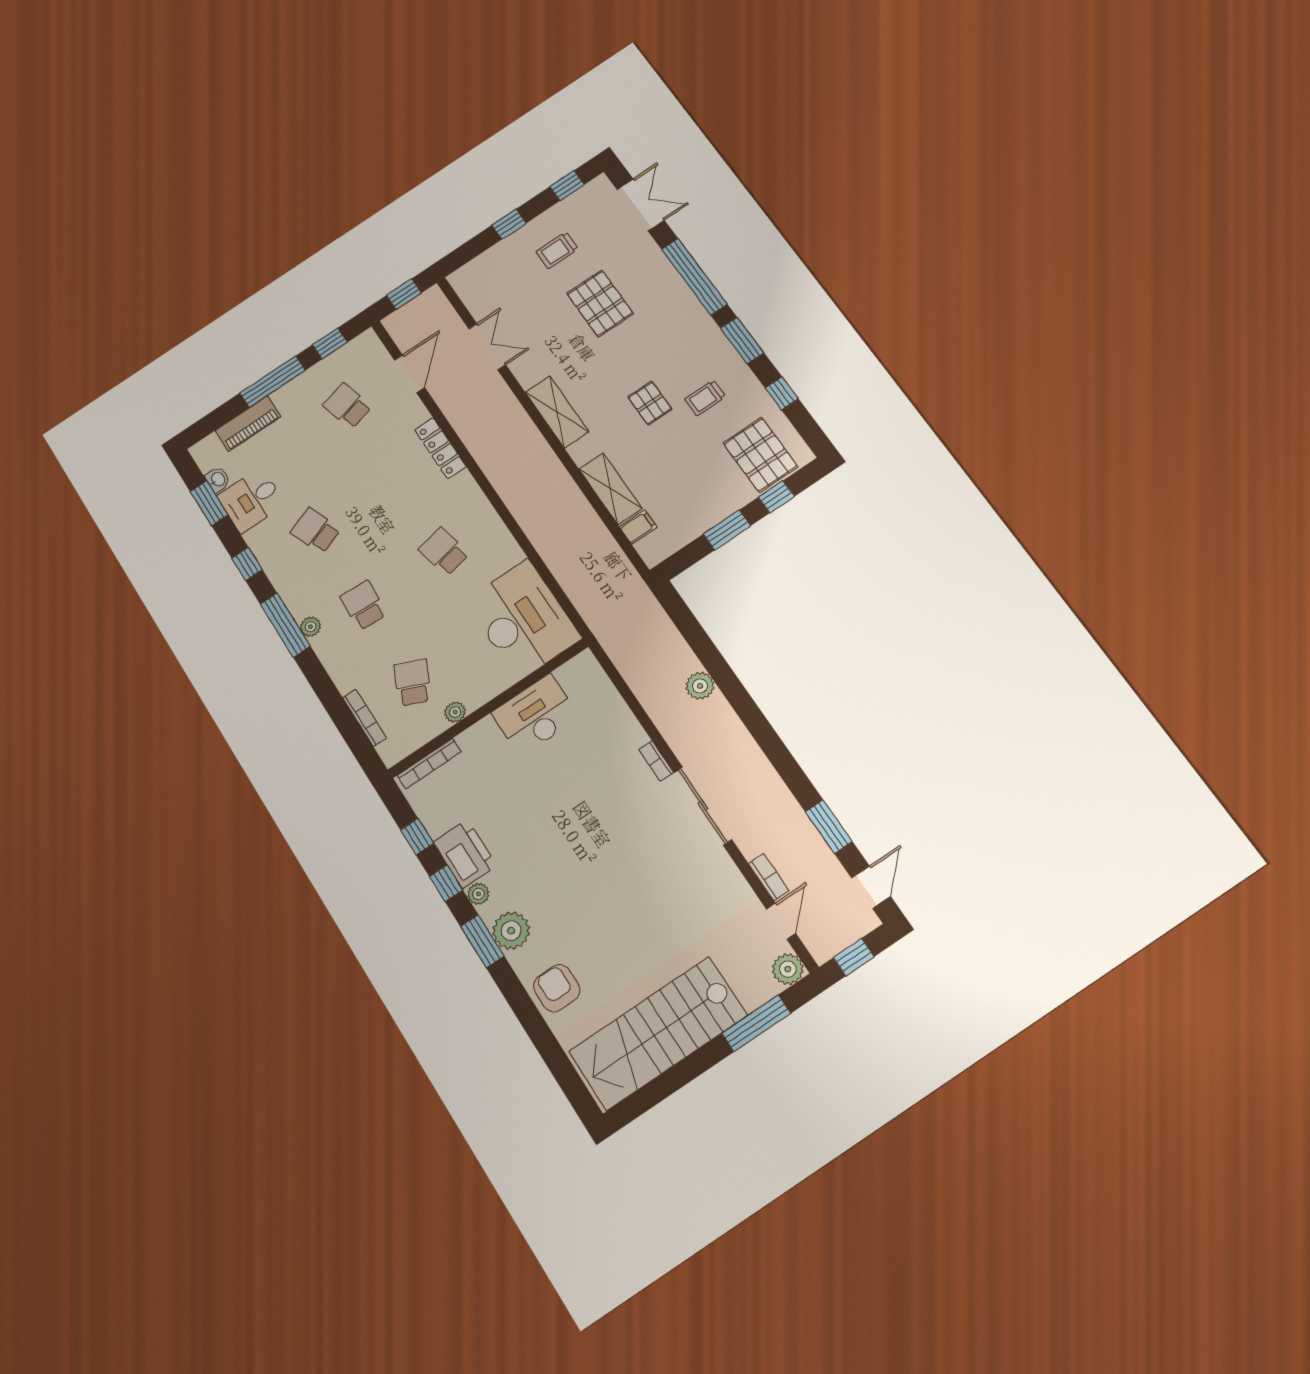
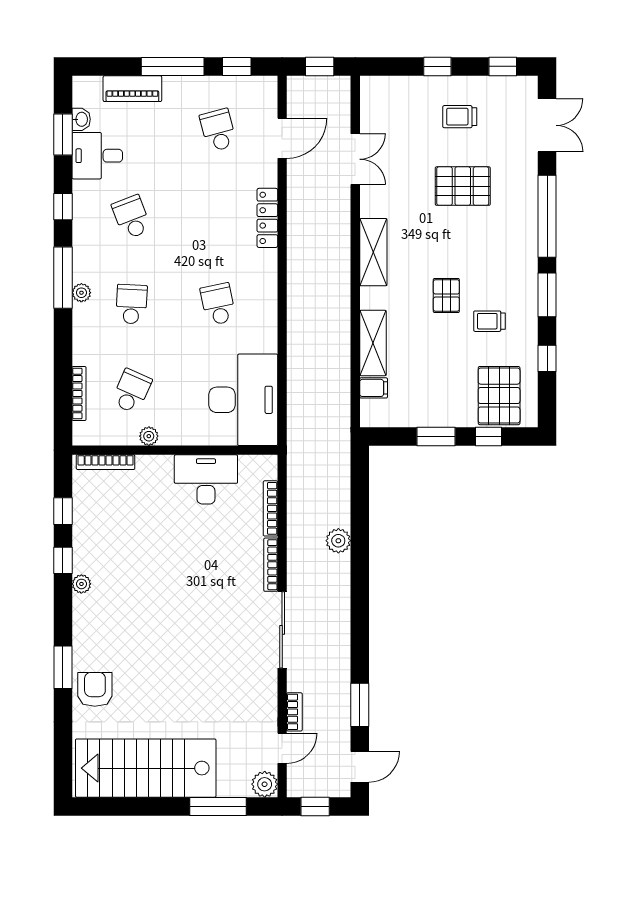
pallet: (600, 303) -> (463, 186), turned 90
bookcase: (615, 700) -> (270, 508), added
bookcase: (656, 761) -> (271, 565), width x1.56
printer: (465, 854) -> (90, 548), removed
plant: (511, 931) -> (88, 626), removed
window: (482, 941) -> (63, 667), moved

